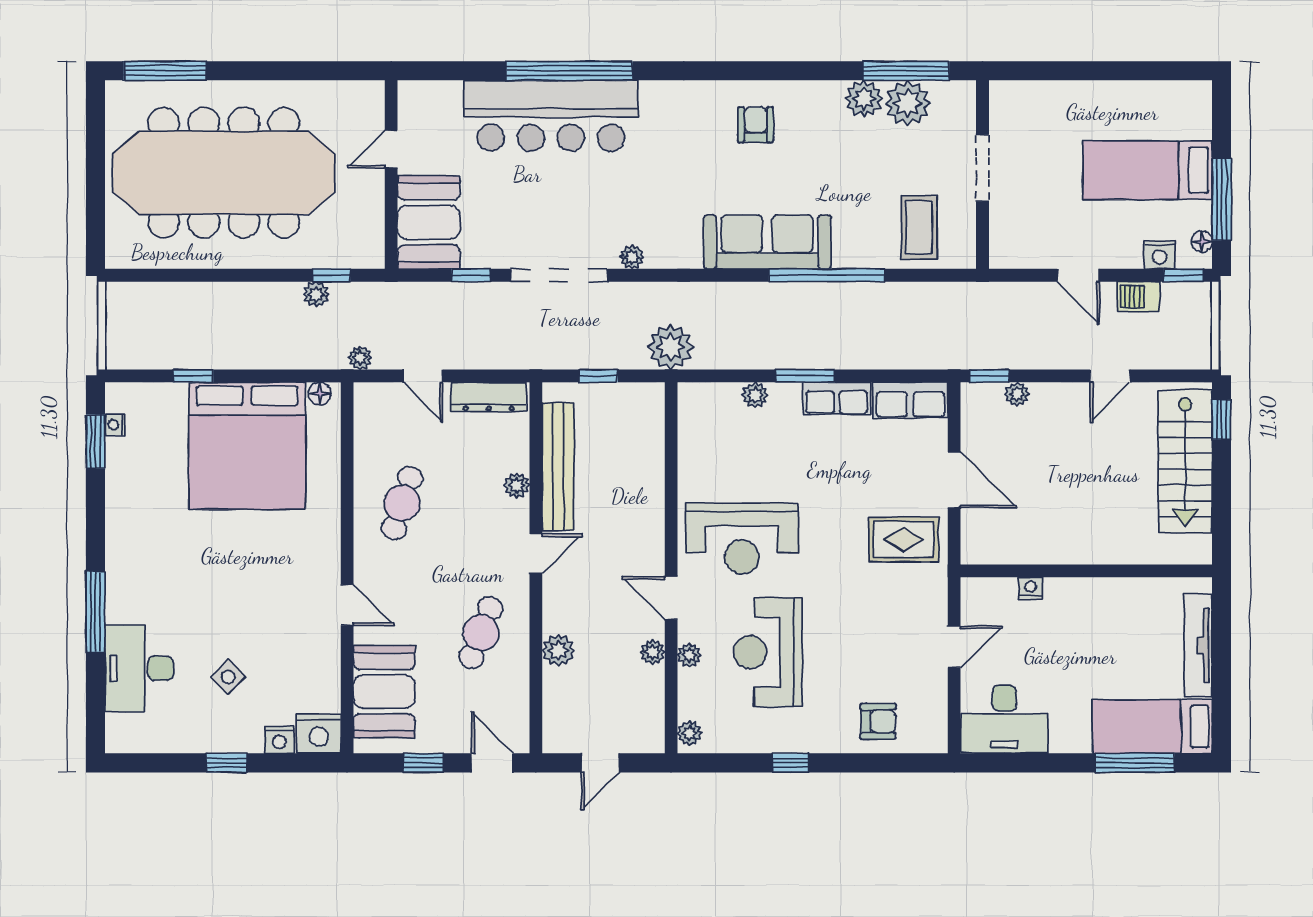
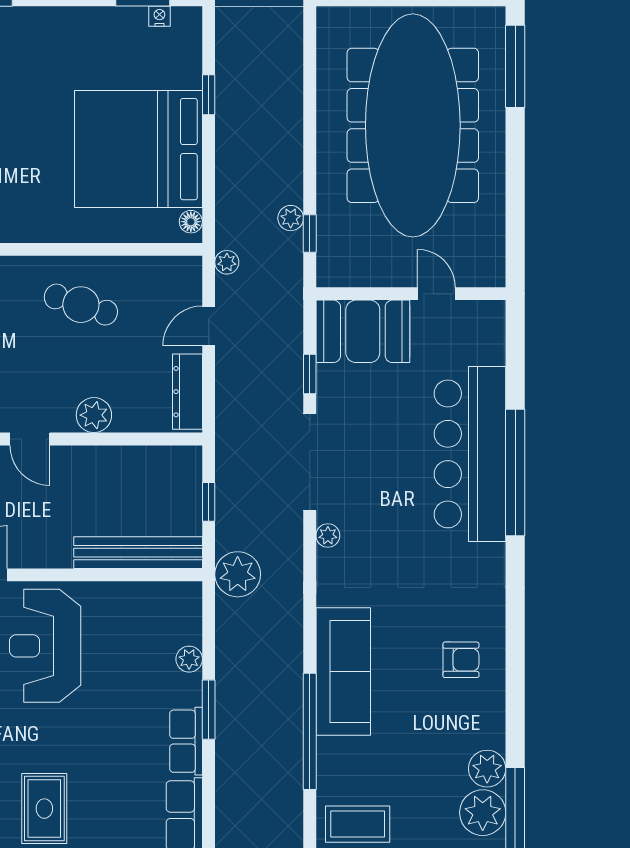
bench: (558, 466) -> (138, 553), moved
plant: (517, 485) -> (94, 415), width x1.38, depth x1.38

